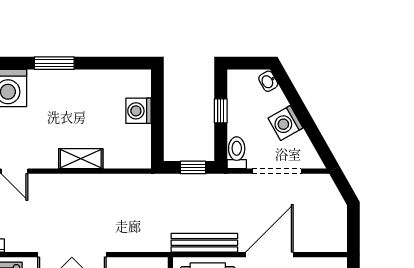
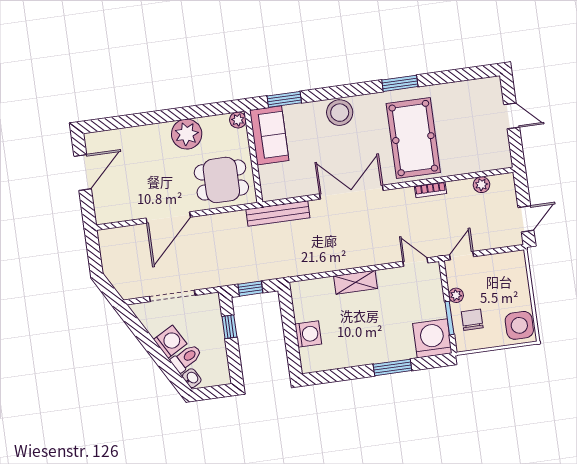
window: (221, 111) -> (229, 327), moved
toilet: (237, 153) -> (186, 358), moved, turned -120
bench: (204, 243) -> (278, 214), moved

